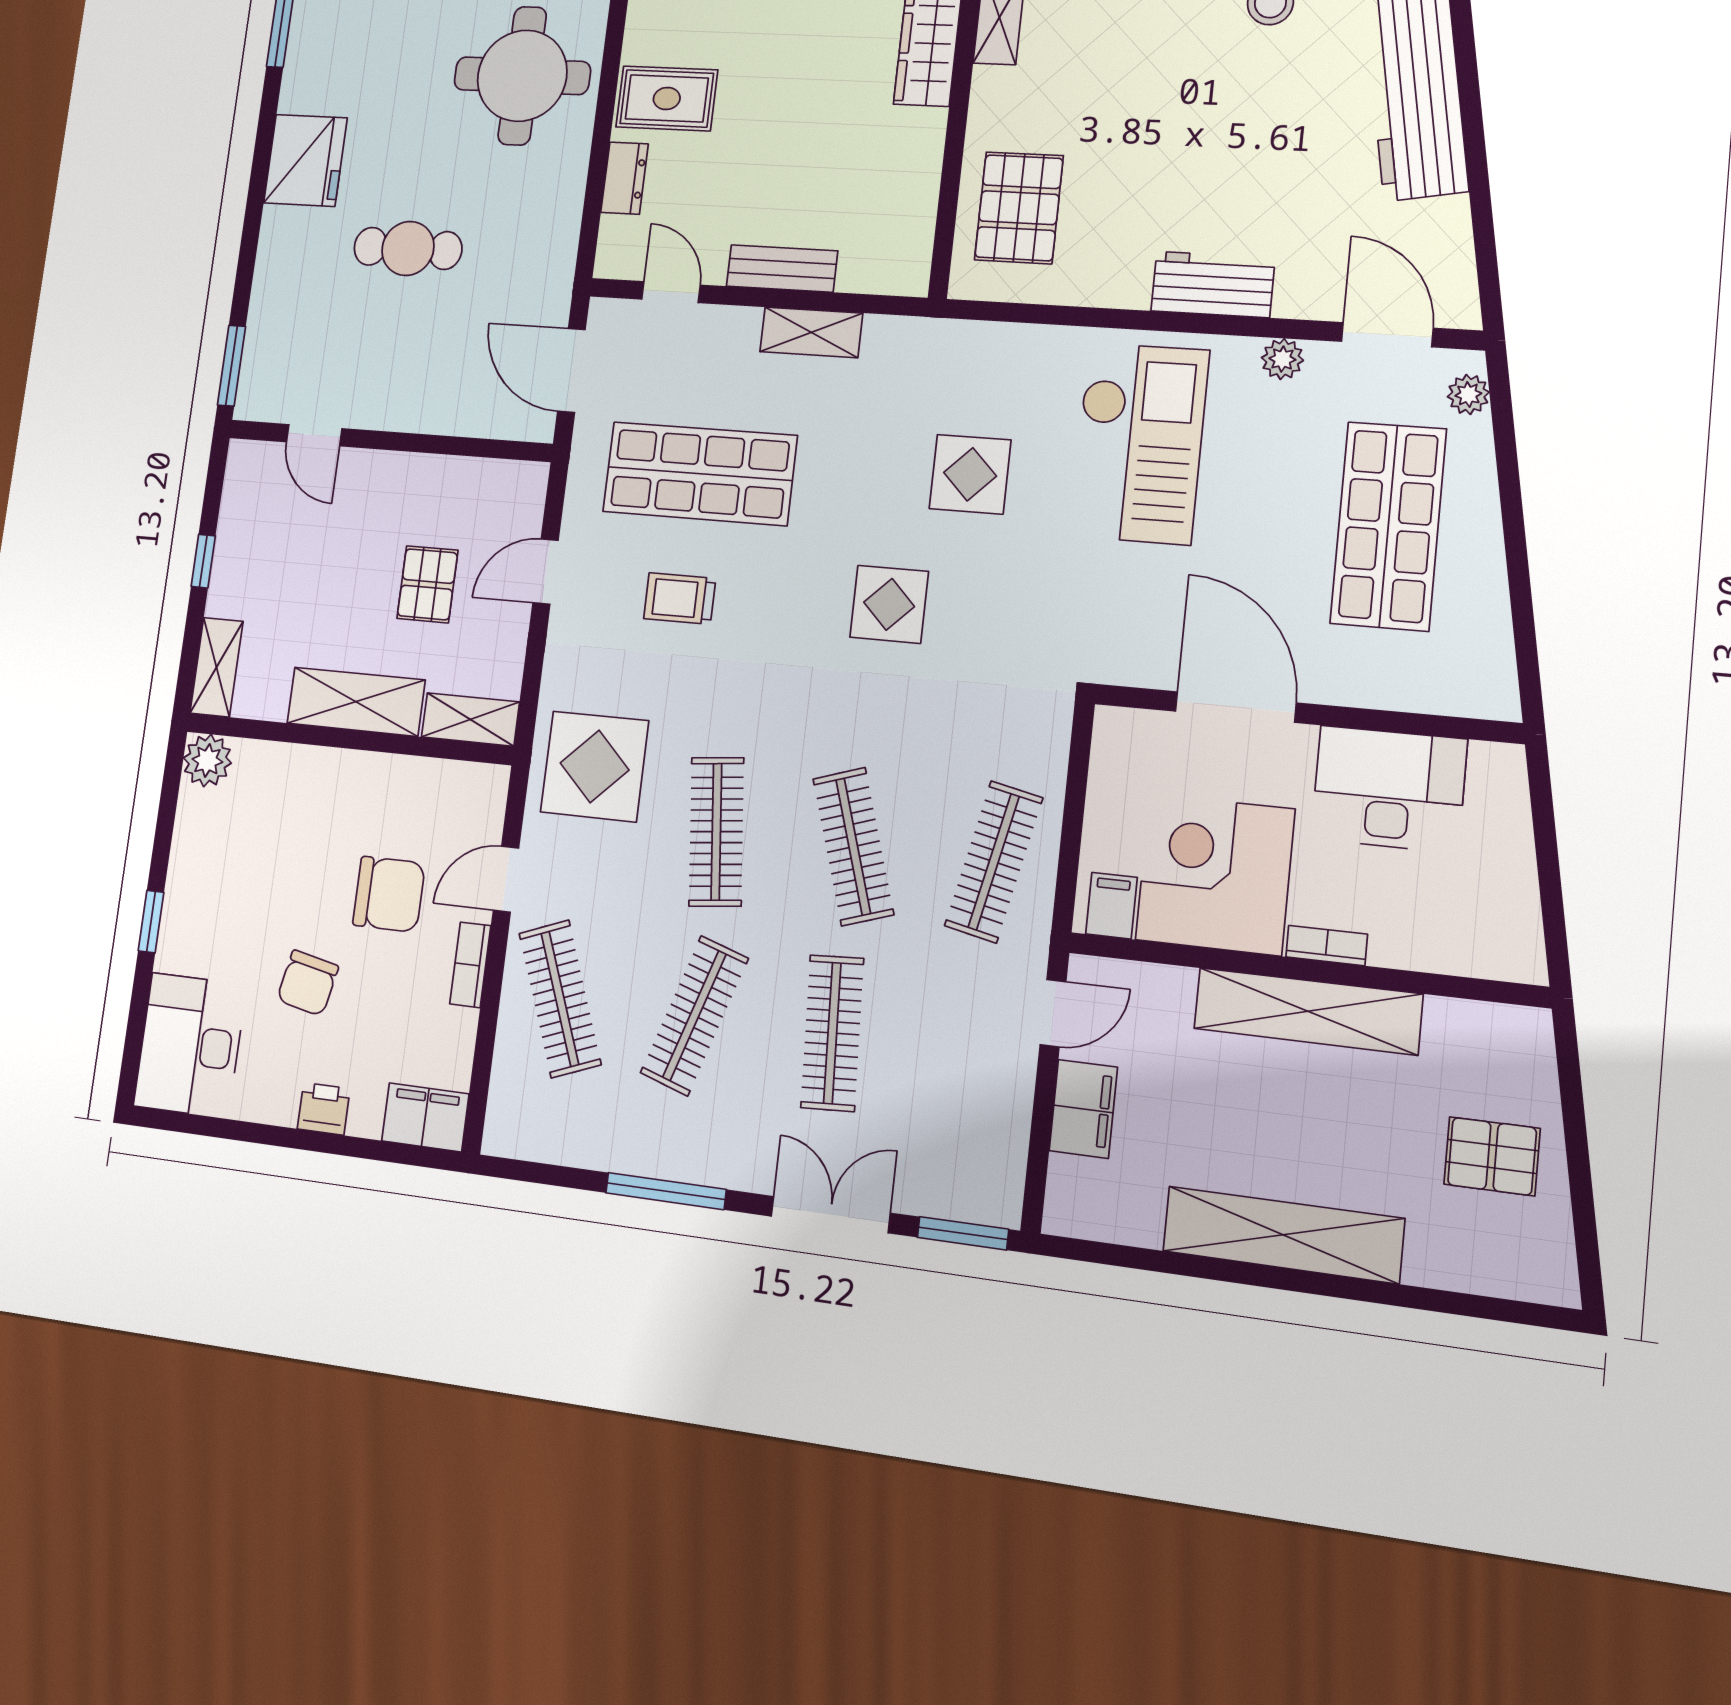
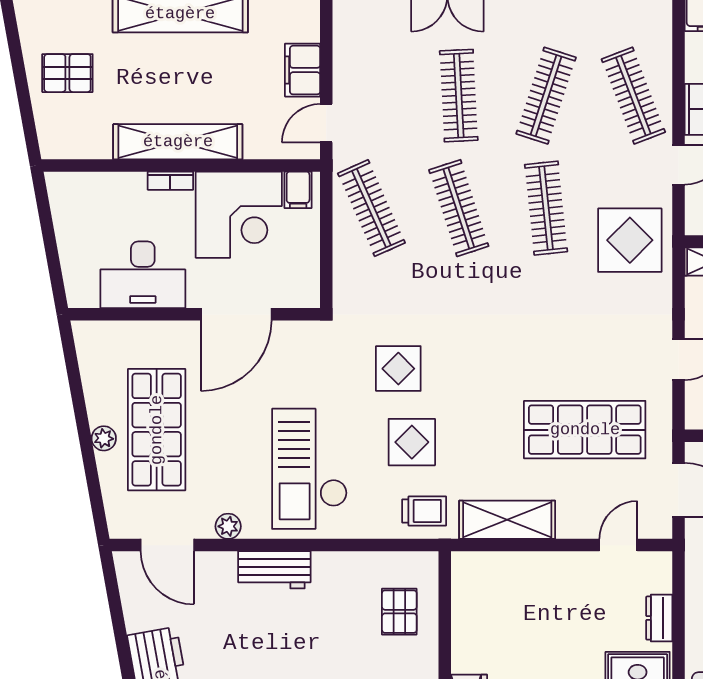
pallet: (1019, 208) -> (399, 612), width x0.67, depth x0.71
bench: (782, 268) -> (547, 565), removed
door: (671, 292) -> (618, 545), swing flipped
shelving: (811, 332) -> (507, 520), width x1.50, depth x1.33
plant: (1468, 394) -> (104, 438), moved
trolley: (680, 599) -> (424, 511), moved
display table: (889, 604) -> (398, 369), moved
door: (1236, 707) -> (236, 314), hinge flipped
clothes rail: (994, 862) -> (371, 208), turned -36

